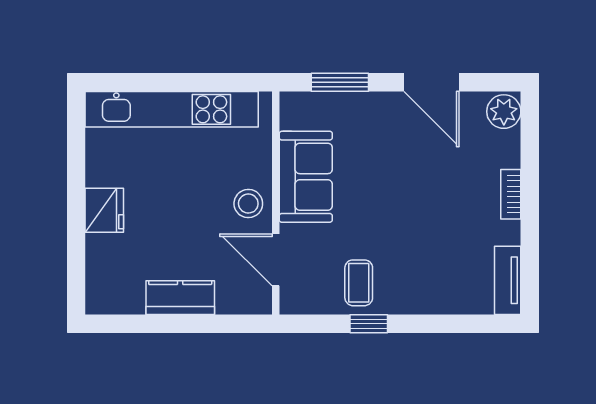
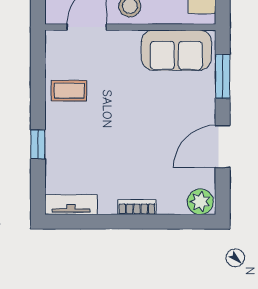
sofa: (306, 177) -> (176, 50), moved
window: (369, 324) -> (38, 144), moved

